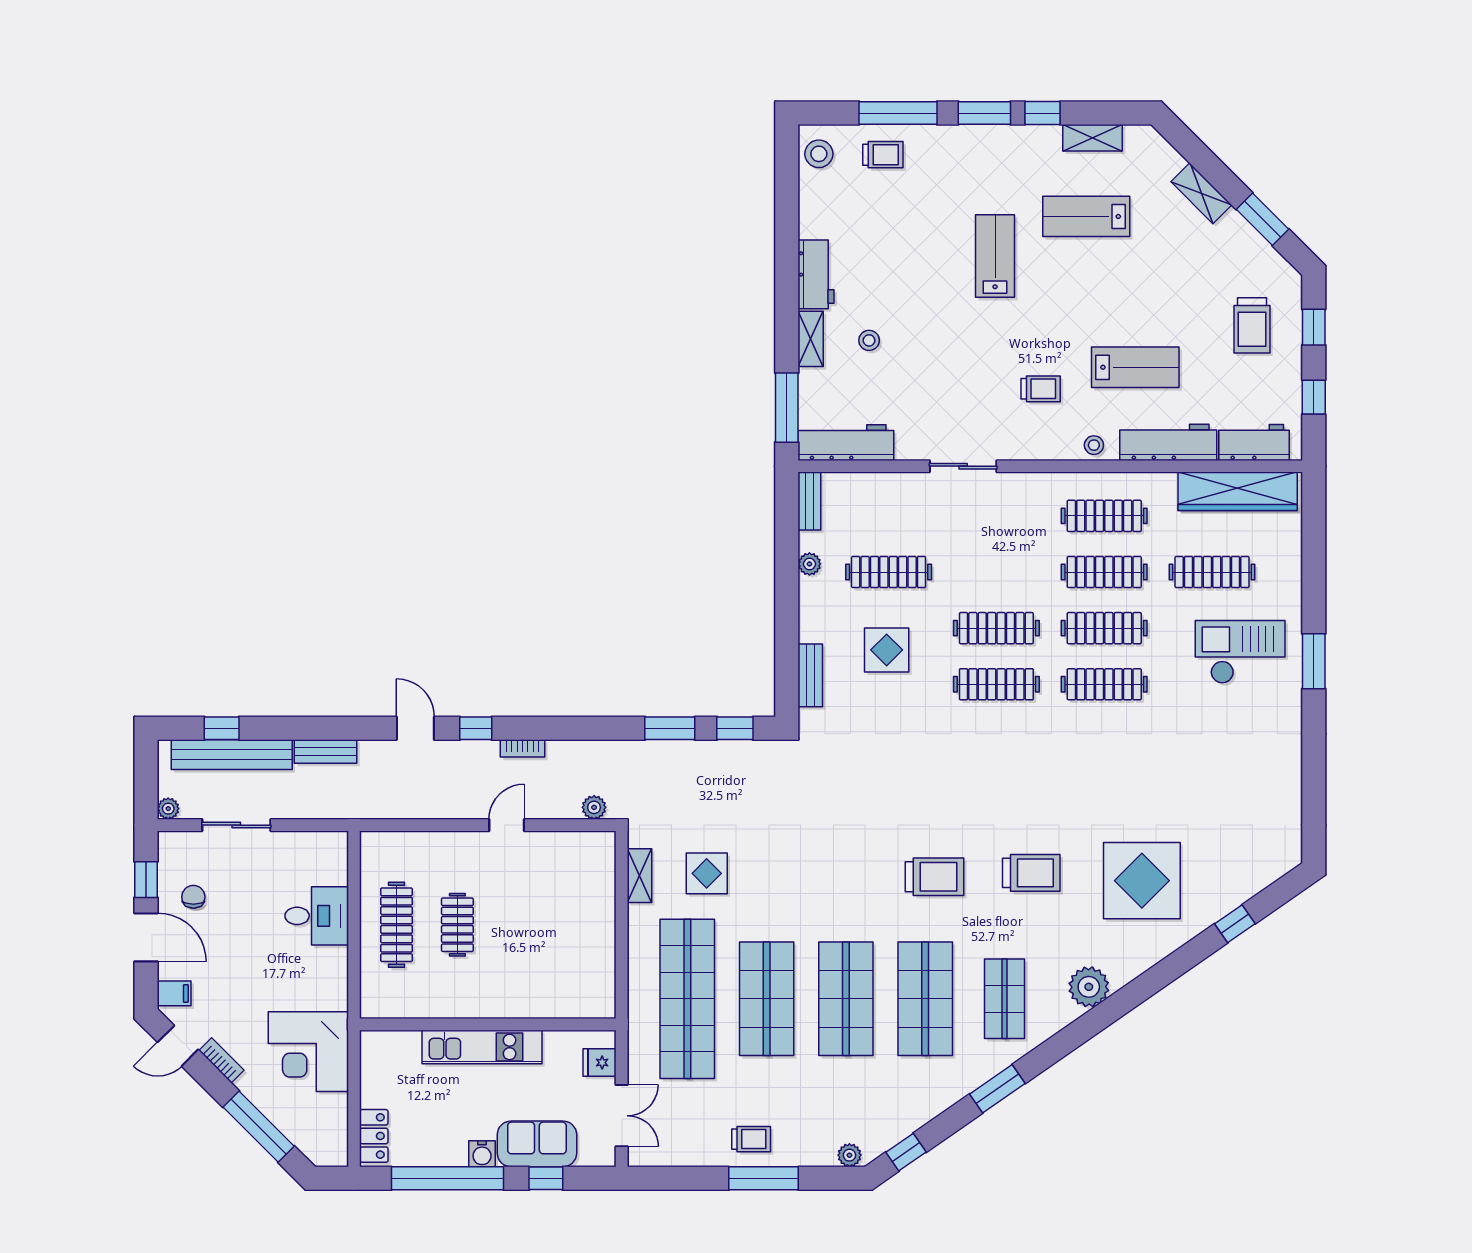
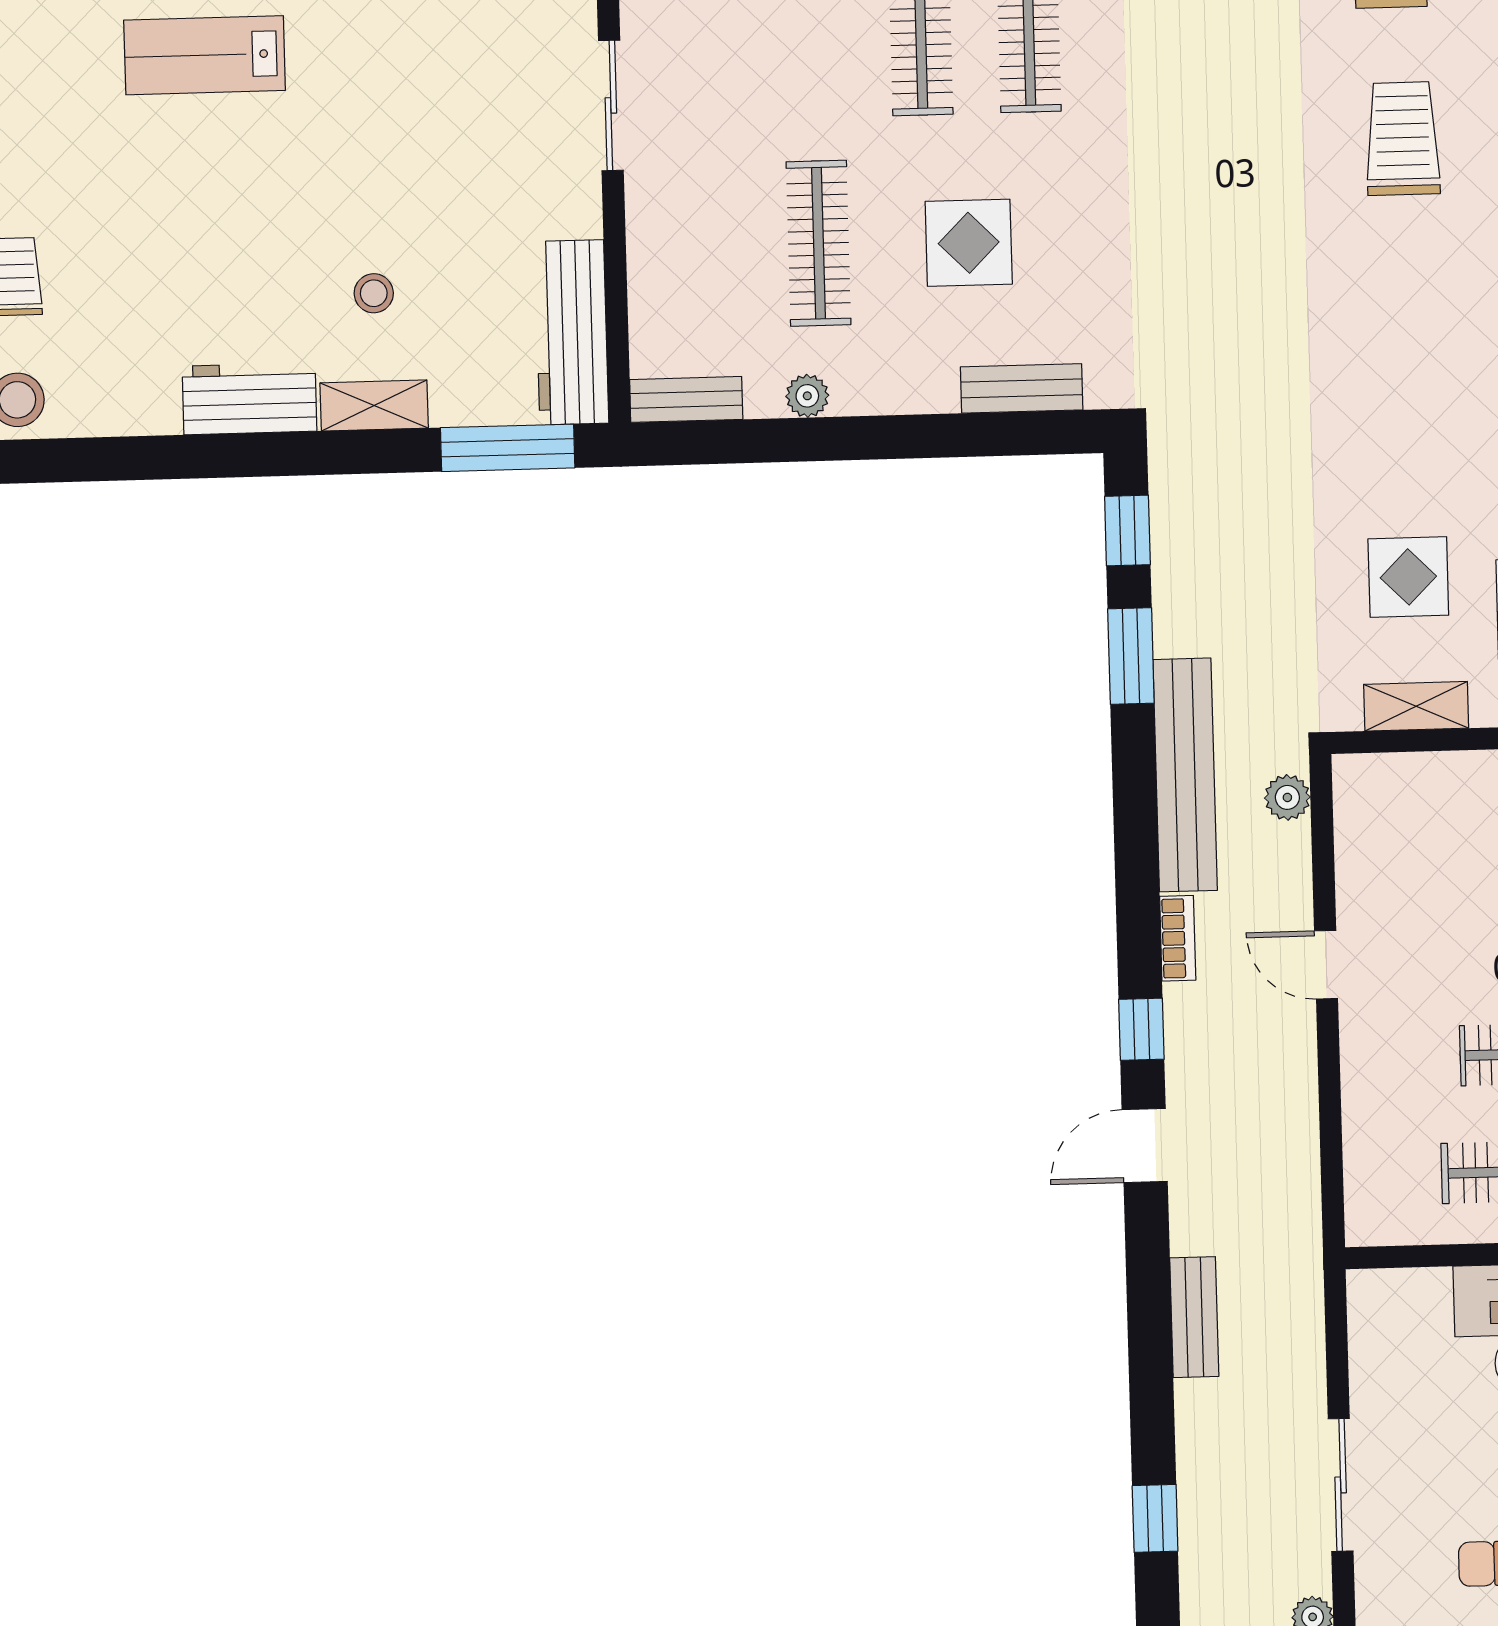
bench: (232, 755) -> (1185, 775), moved

